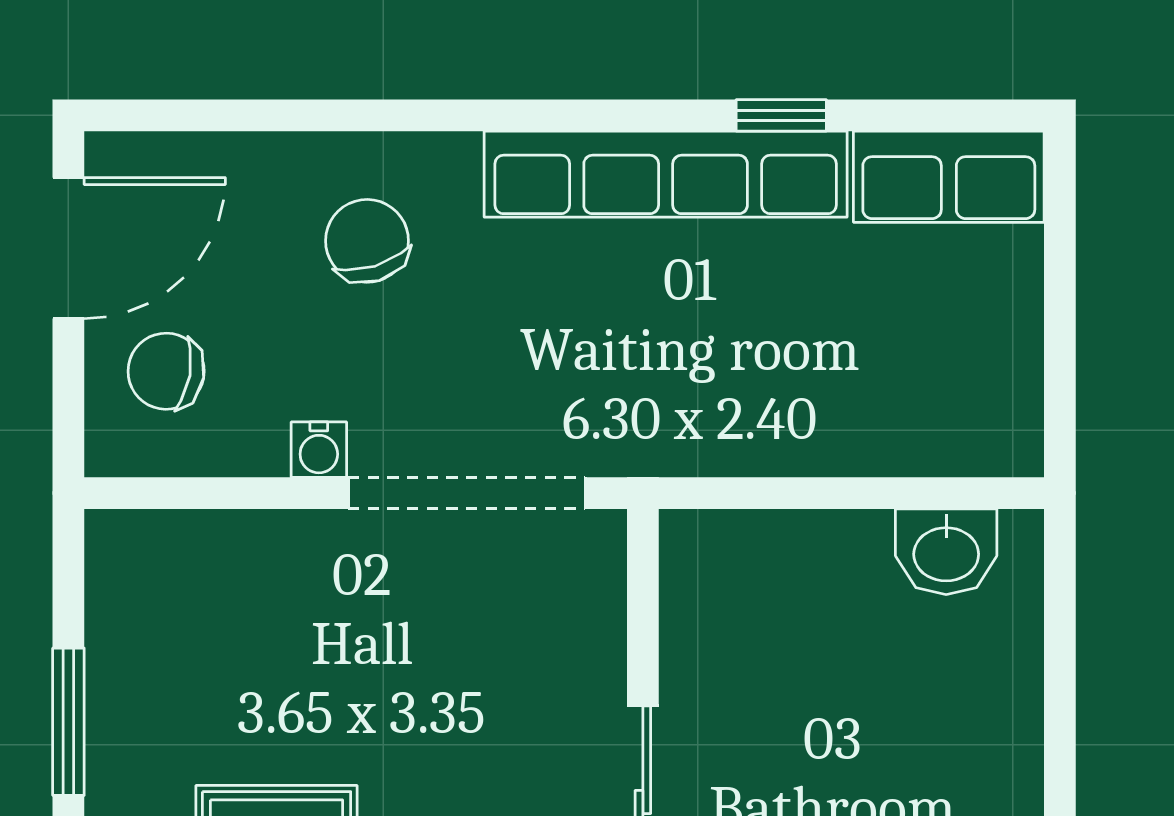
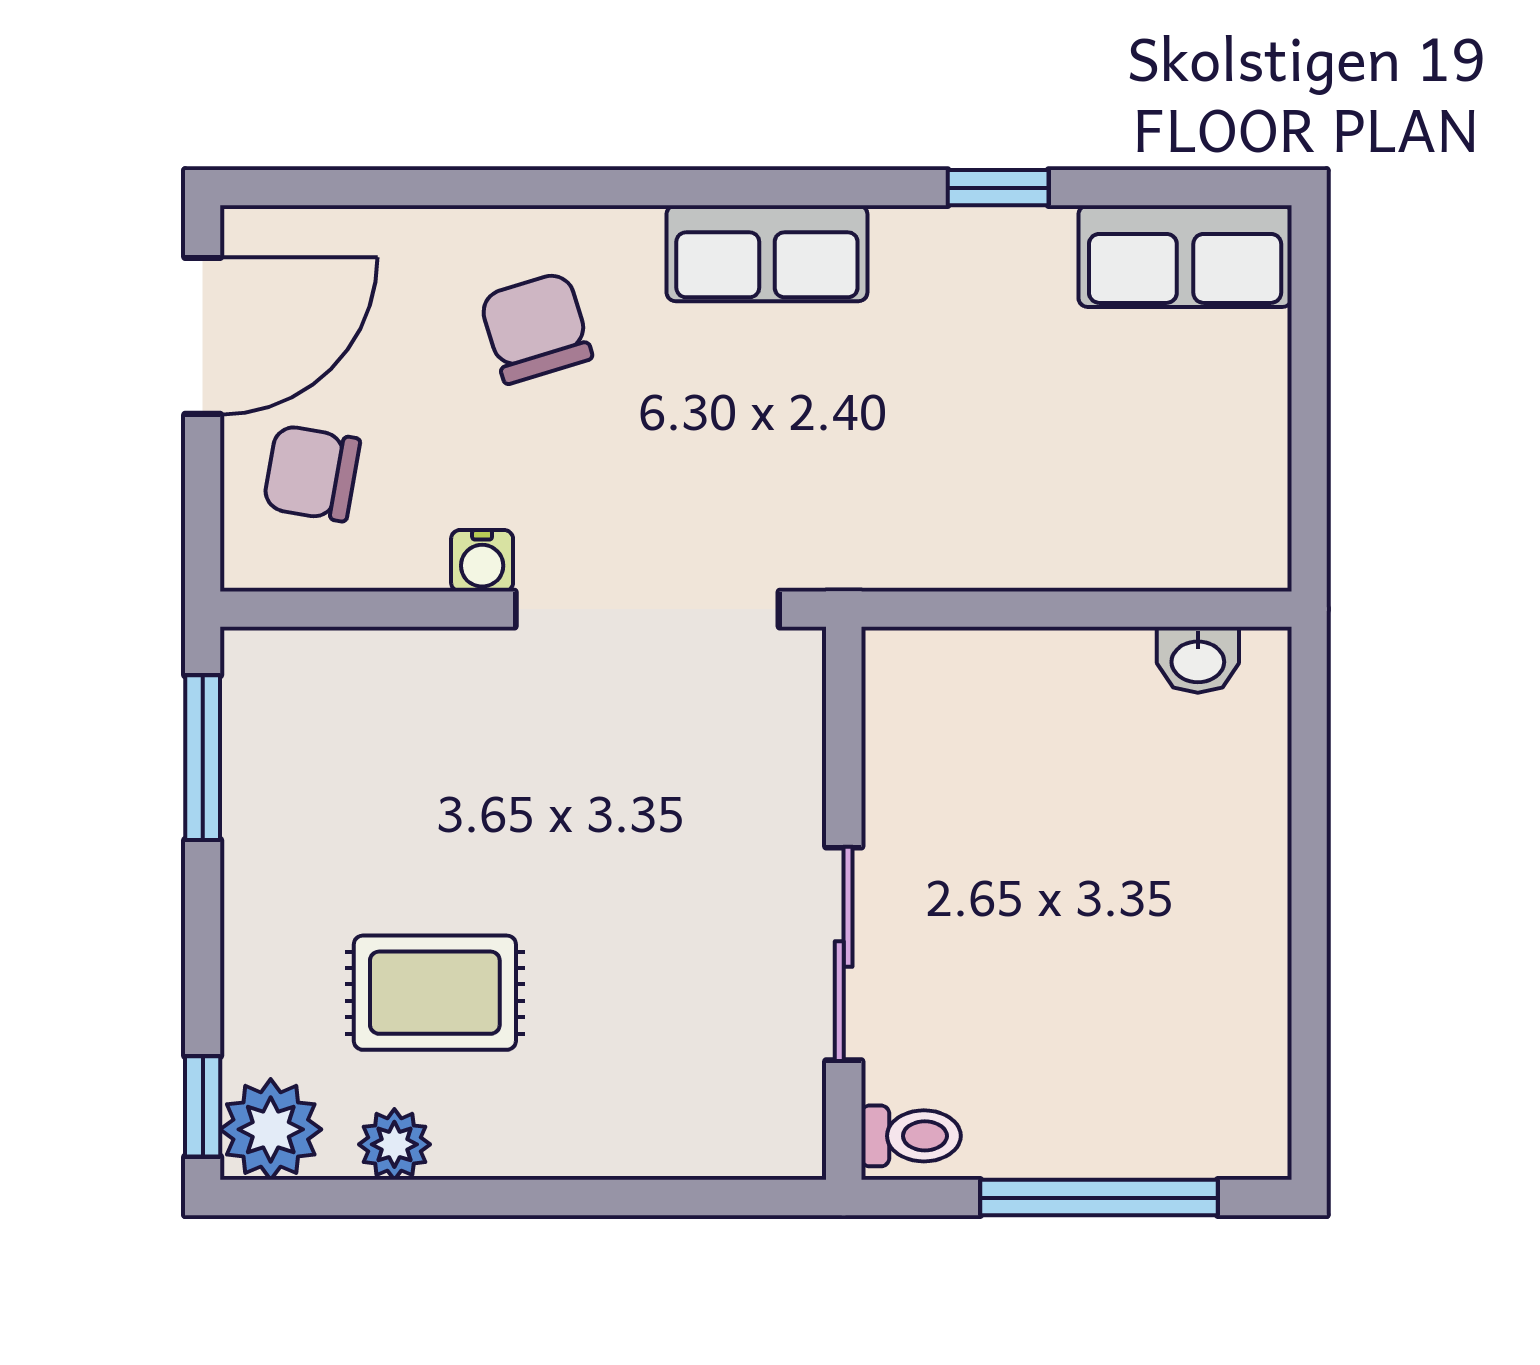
row of seats: (666, 174) -> (767, 253), width x0.50
washbasin: (946, 552) -> (1198, 660), width x0.72, depth x0.69
window: (68, 722) -> (203, 758), moved

